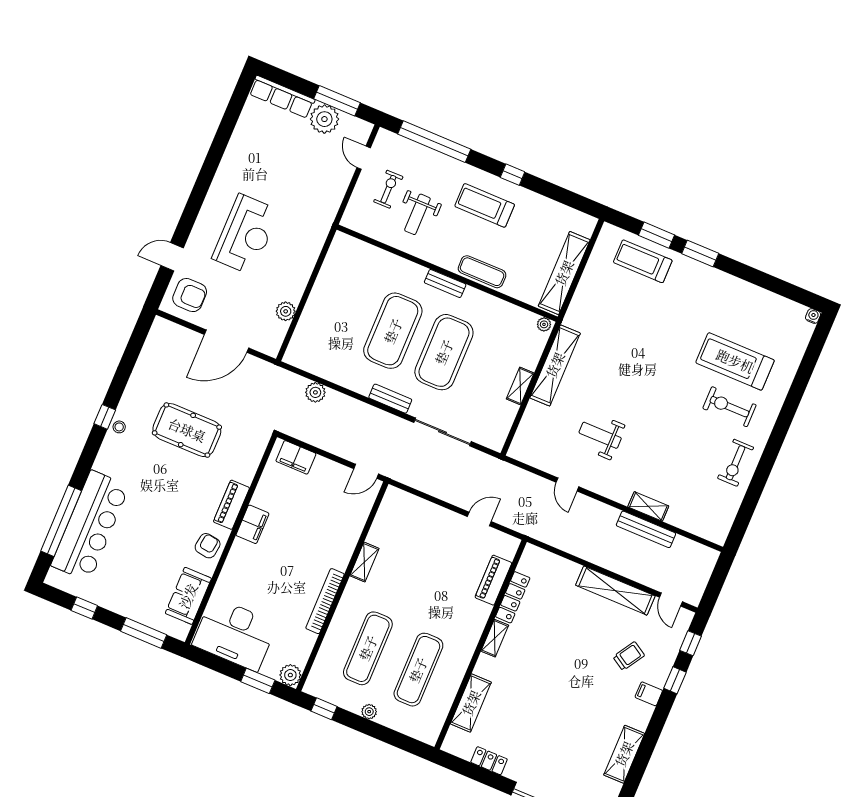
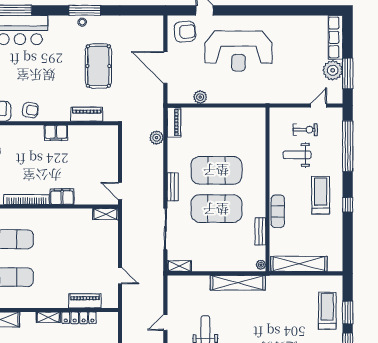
reception desk: (246, 234) -> (238, 51), width x1.36, depth x1.30
bench: (445, 283) -> (260, 231), moved
armchair: (190, 295) -> (185, 32), turned -95
piano: (305, 361) -> (174, 122), added
shelving: (520, 386) -> (179, 266), moved
window: (105, 417) -> (85, 10), width x2.17
filing cabinet: (296, 457) -> (62, 197), moved, turned 90
piano: (231, 505) -> (87, 114), moved
shelving: (364, 562) -> (105, 214), moved

